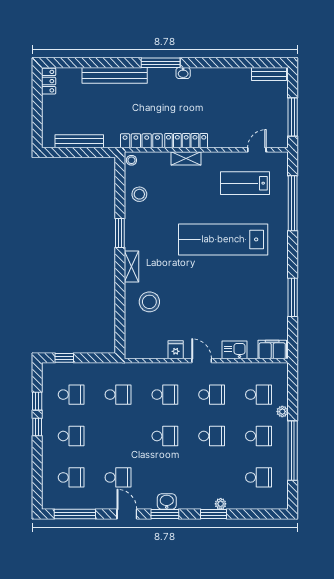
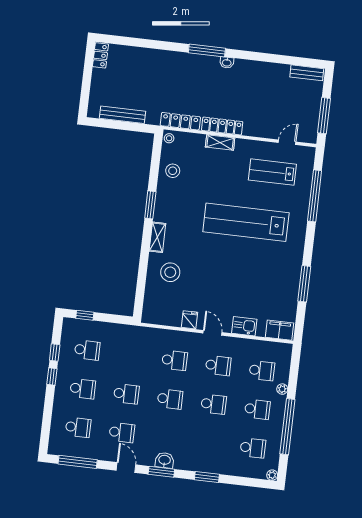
bench: (115, 75) -> (163, 57), removed
school desk: (118, 395) -> (126, 394), moved
plant: (221, 504) -> (272, 475), moved

